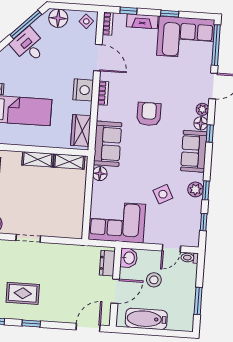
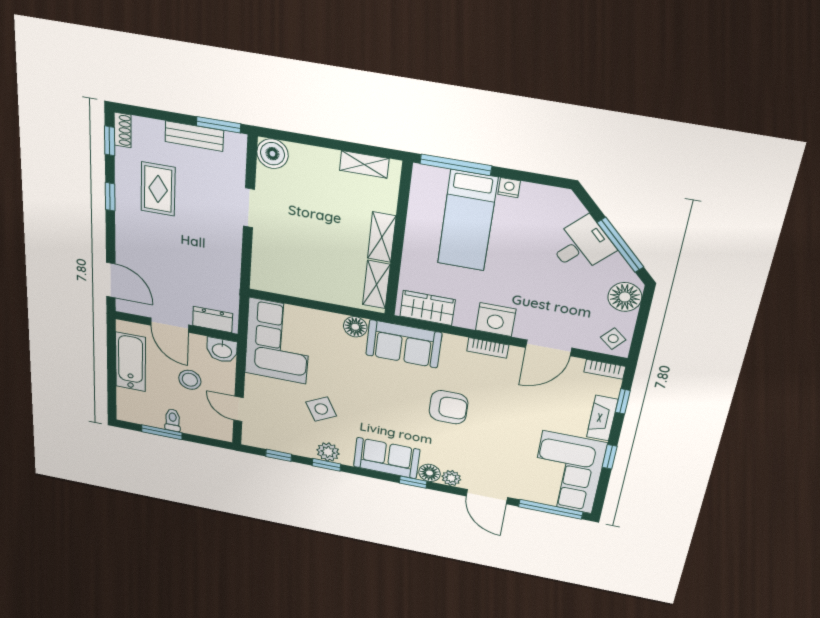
toilet: (190, 258) -> (173, 420), moved

